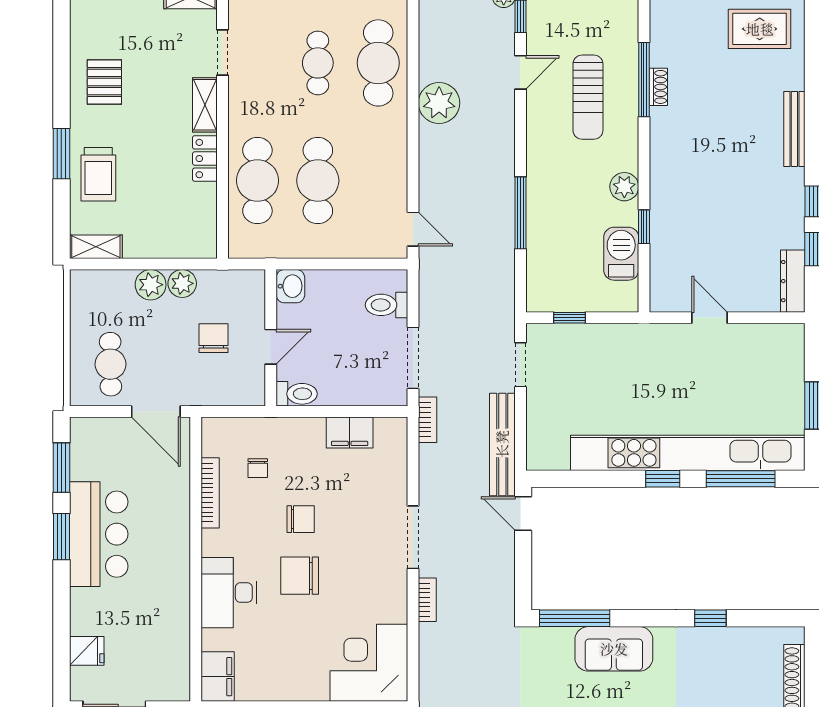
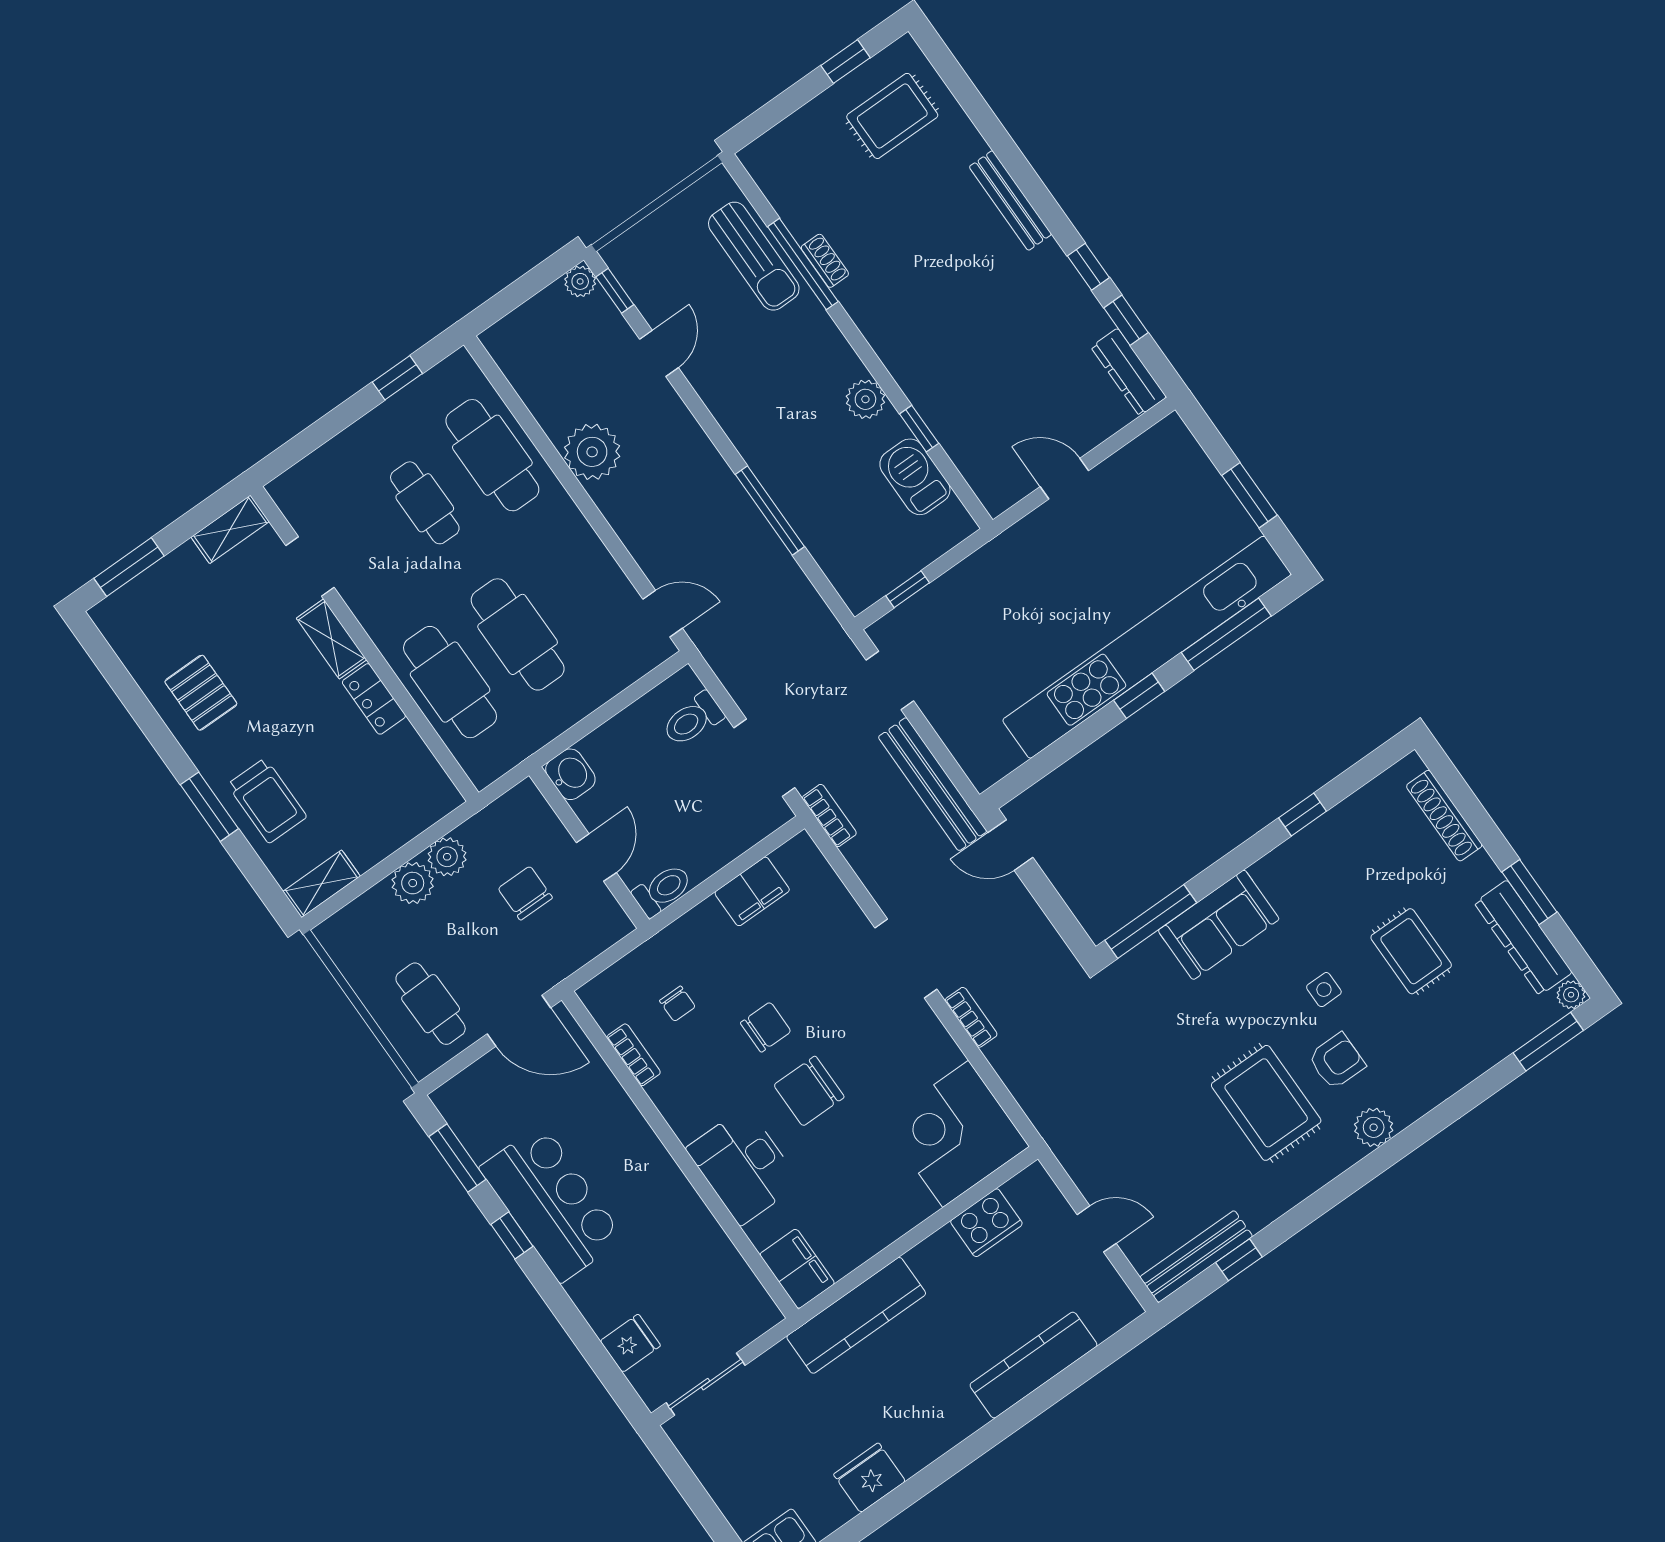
sun lounger: (588, 97) -> (754, 256), moved
bookcase: (210, 493) -> (634, 1055), width x0.64
window: (61, 537) -> (512, 1235), width x0.67

